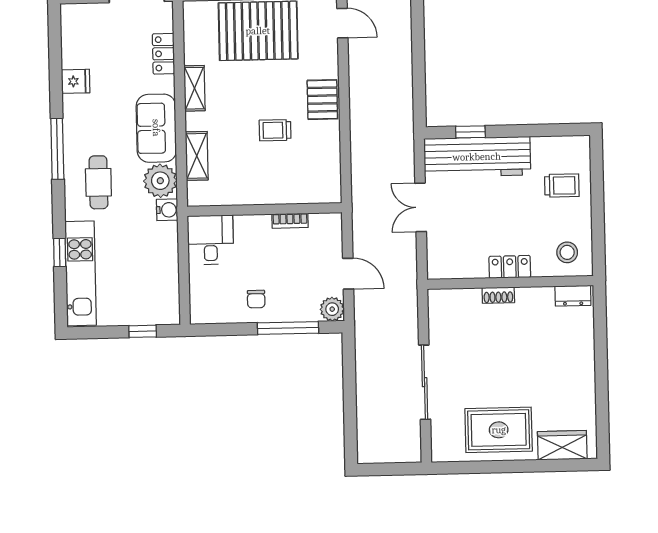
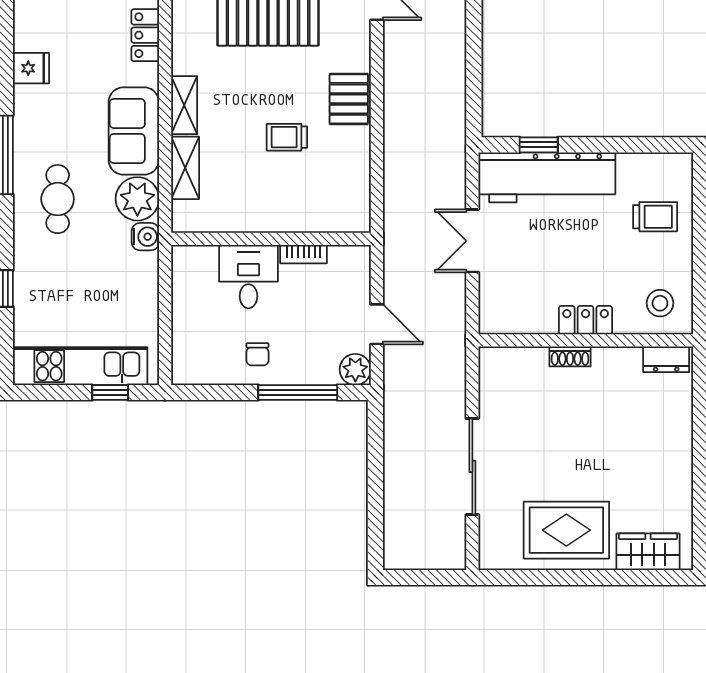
shelving: (194, 88) -> (184, 105), moved
desk: (211, 240) -> (248, 277), moved
kitchen unit: (81, 273) -> (80, 366), moved, turned -90

